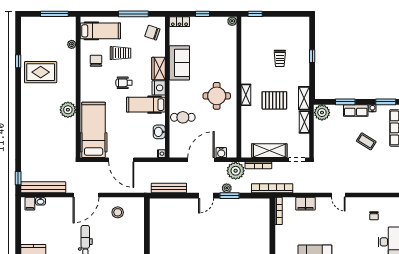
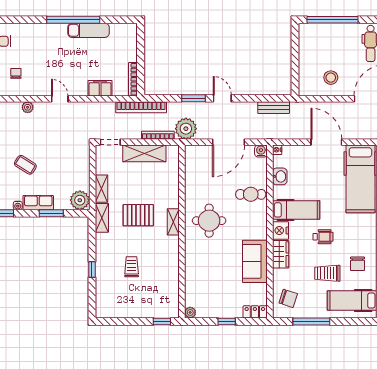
water cooler: (221, 153) -> (261, 151), moved
bench: (169, 188) -> (274, 108), width x0.73
plant: (227, 188) -> (28, 107), moved
door: (206, 196) -> (222, 98), hinge flipped

